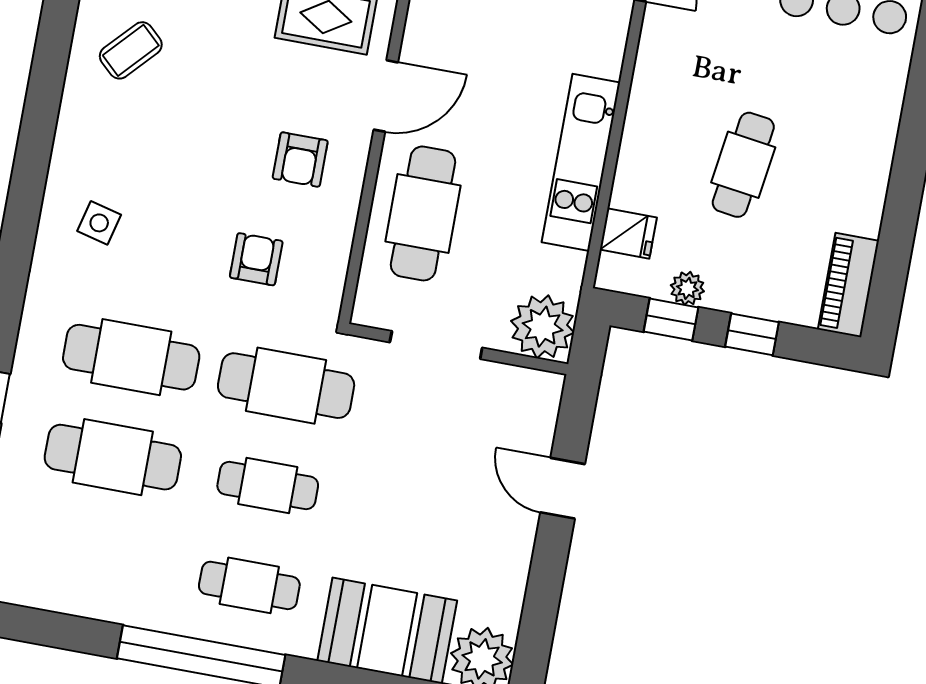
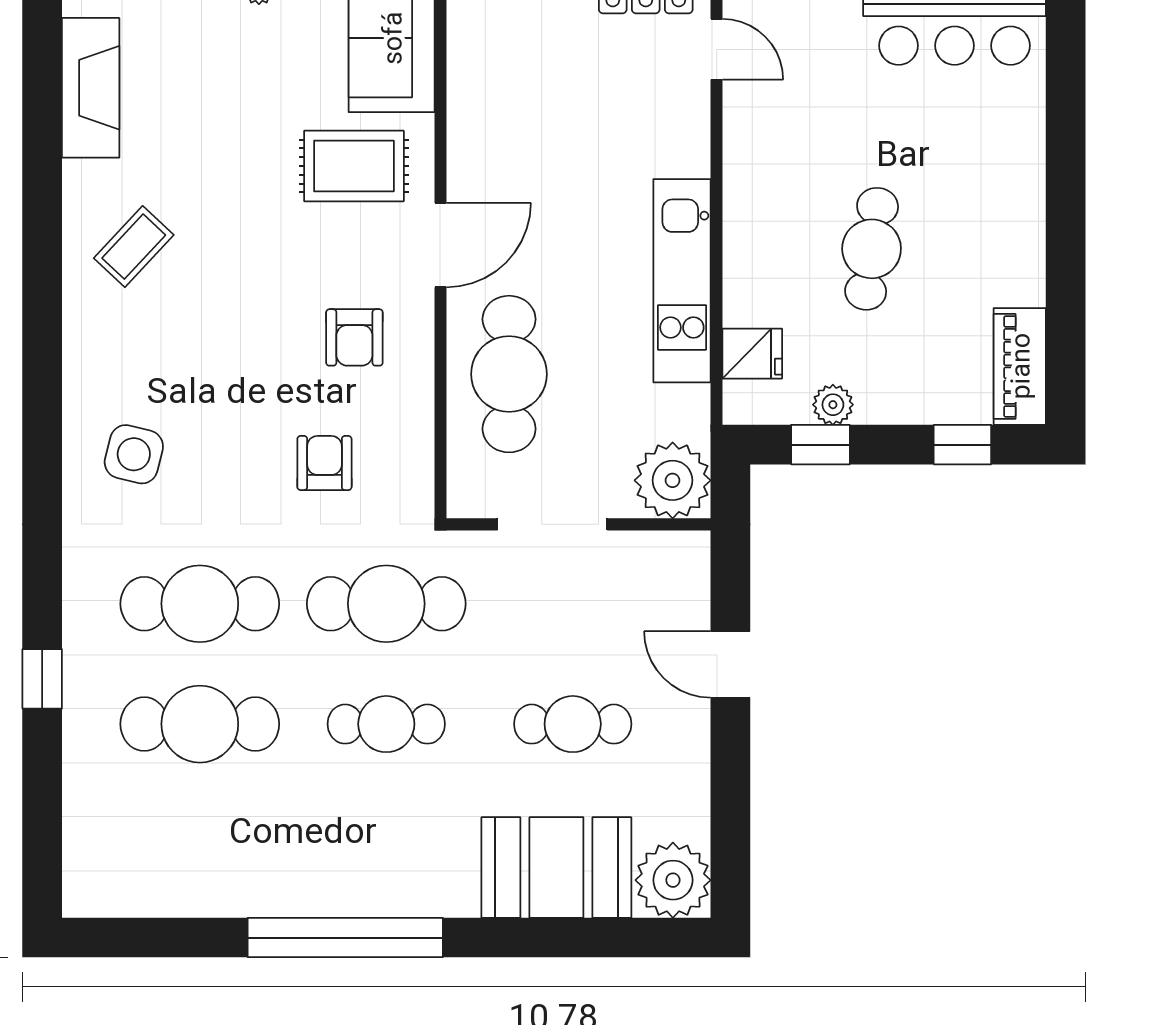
side table: (99, 223) -> (134, 454), width x1.37, depth x1.37
window: (752, 334) -> (962, 445), moved
cafe table: (249, 585) -> (573, 724), moved

